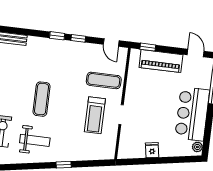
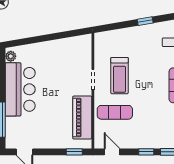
piano: (161, 61) -> (82, 118), moved, turned -90
treadmill: (95, 115) -> (120, 76), turned 180
fridge: (152, 150) -> (57, 47), removed

